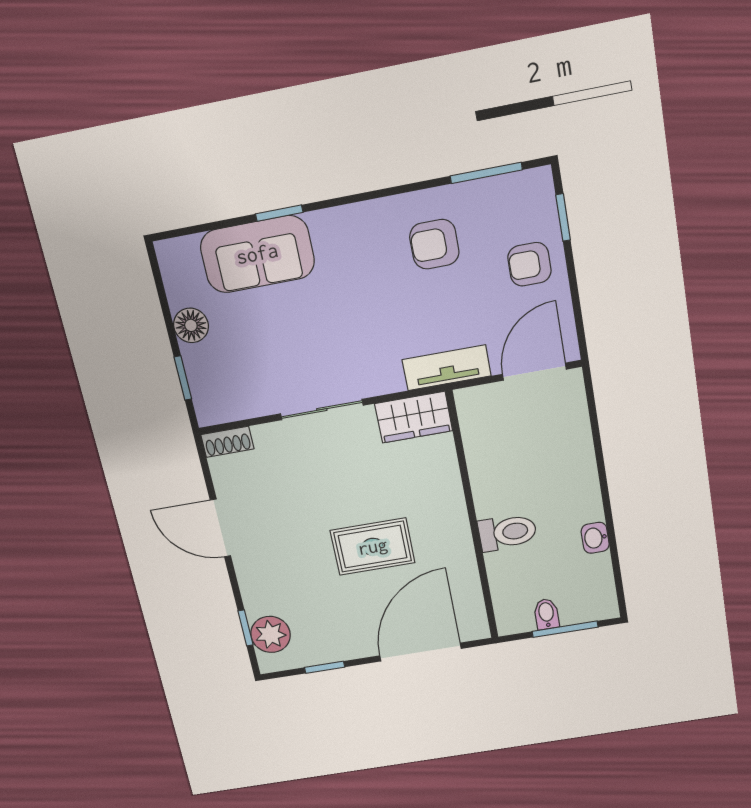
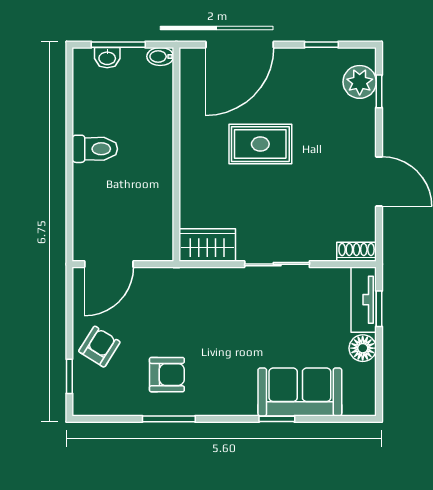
window: (486, 173) -> (169, 419), moved
armchair: (529, 264) -> (99, 347), turned -58
tv unit: (447, 368) -> (364, 300), moved, turned 90
toilet: (507, 532) -> (95, 149), moved, turned 180
washbasin: (595, 538) -> (107, 58), moved, turned 90
bidet: (546, 614) -> (160, 57), moved, turned 90

